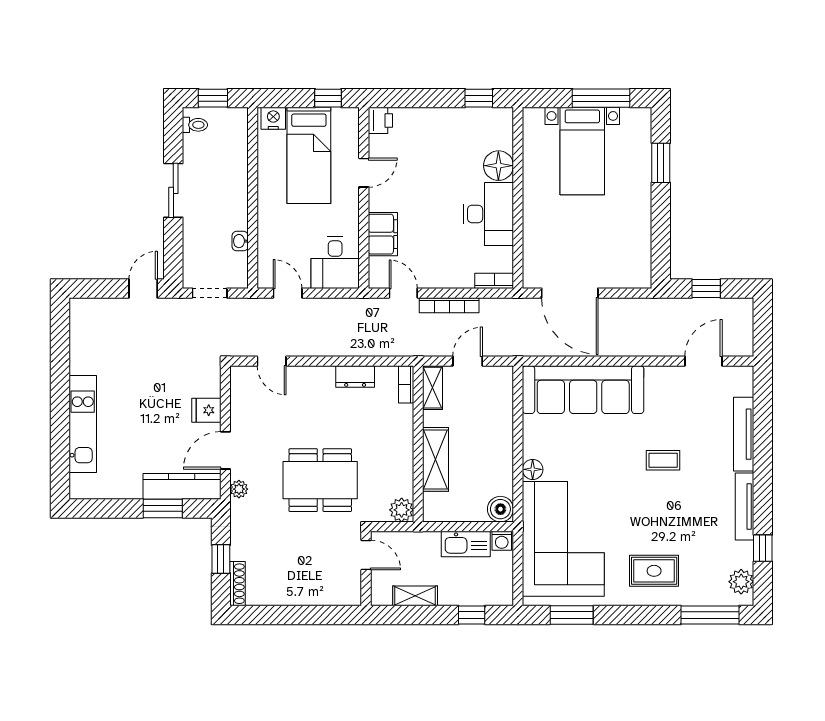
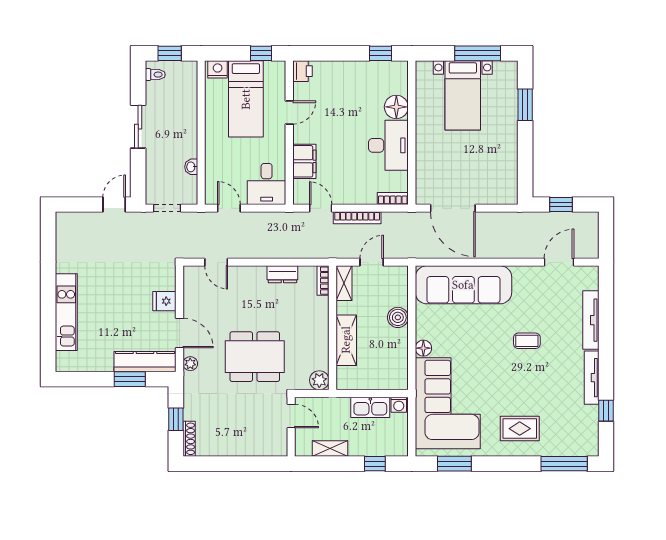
door: (225, 450) -> (180, 333), swing flipped
boiler: (500, 509) -> (398, 317), moved
plant: (741, 582) -> (589, 437), removed

